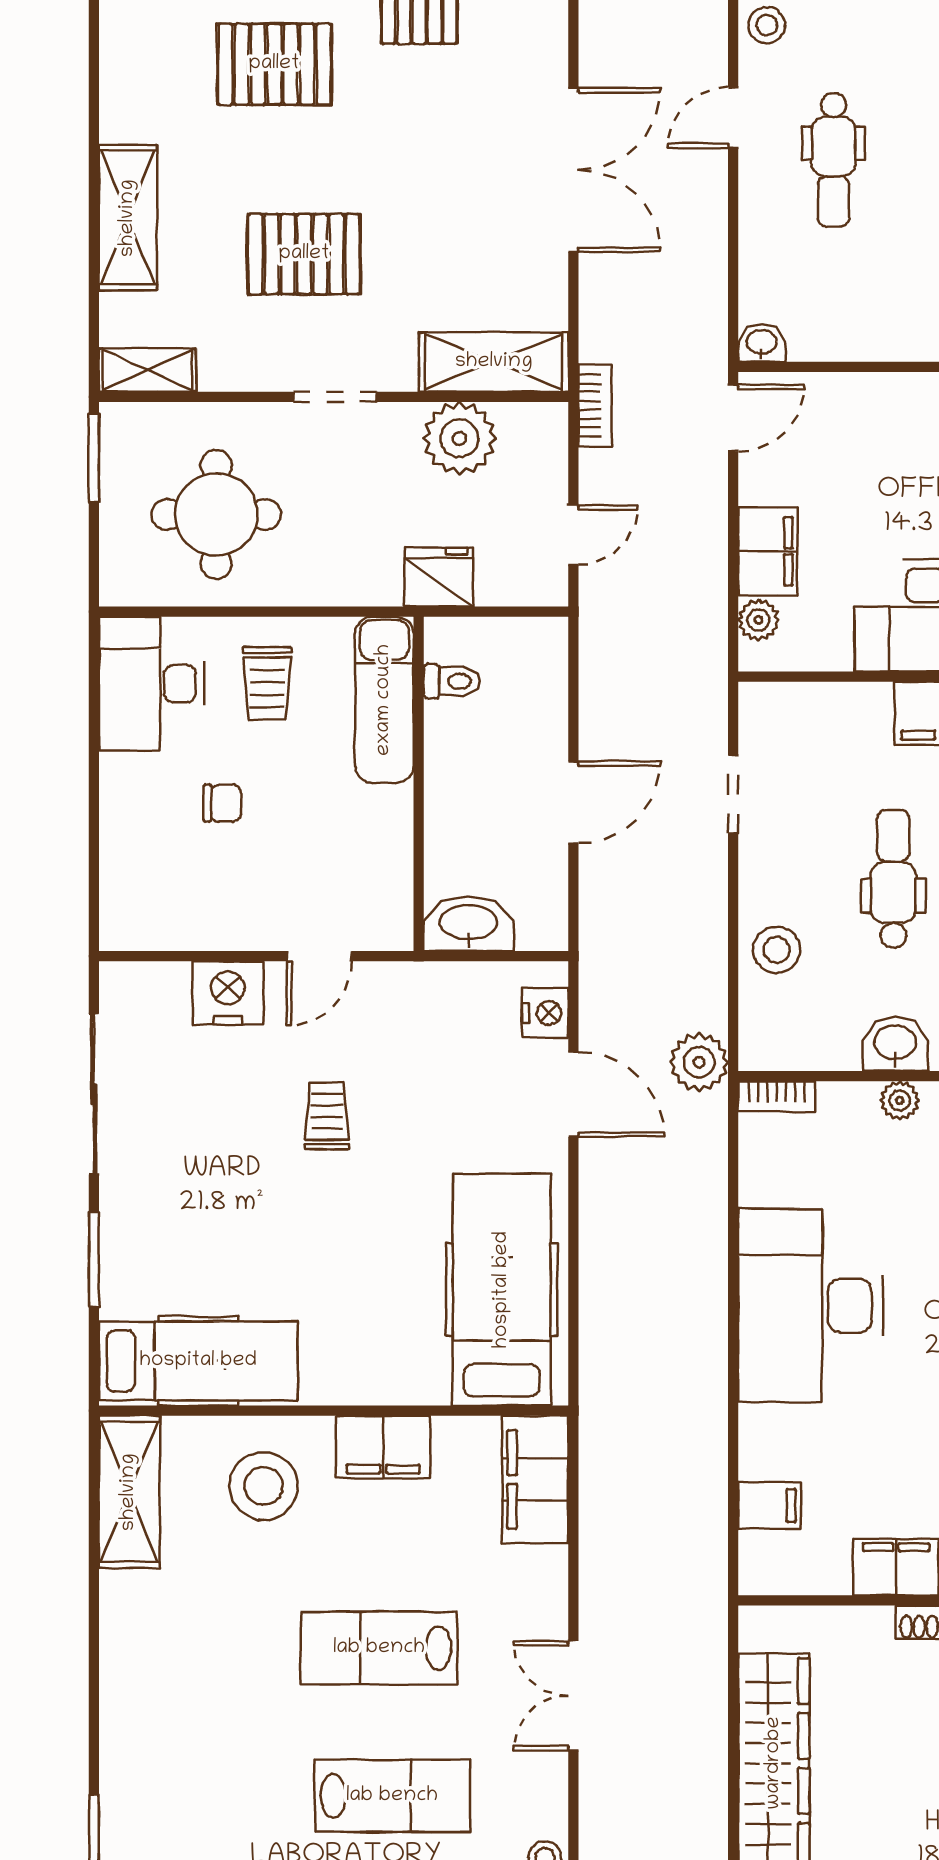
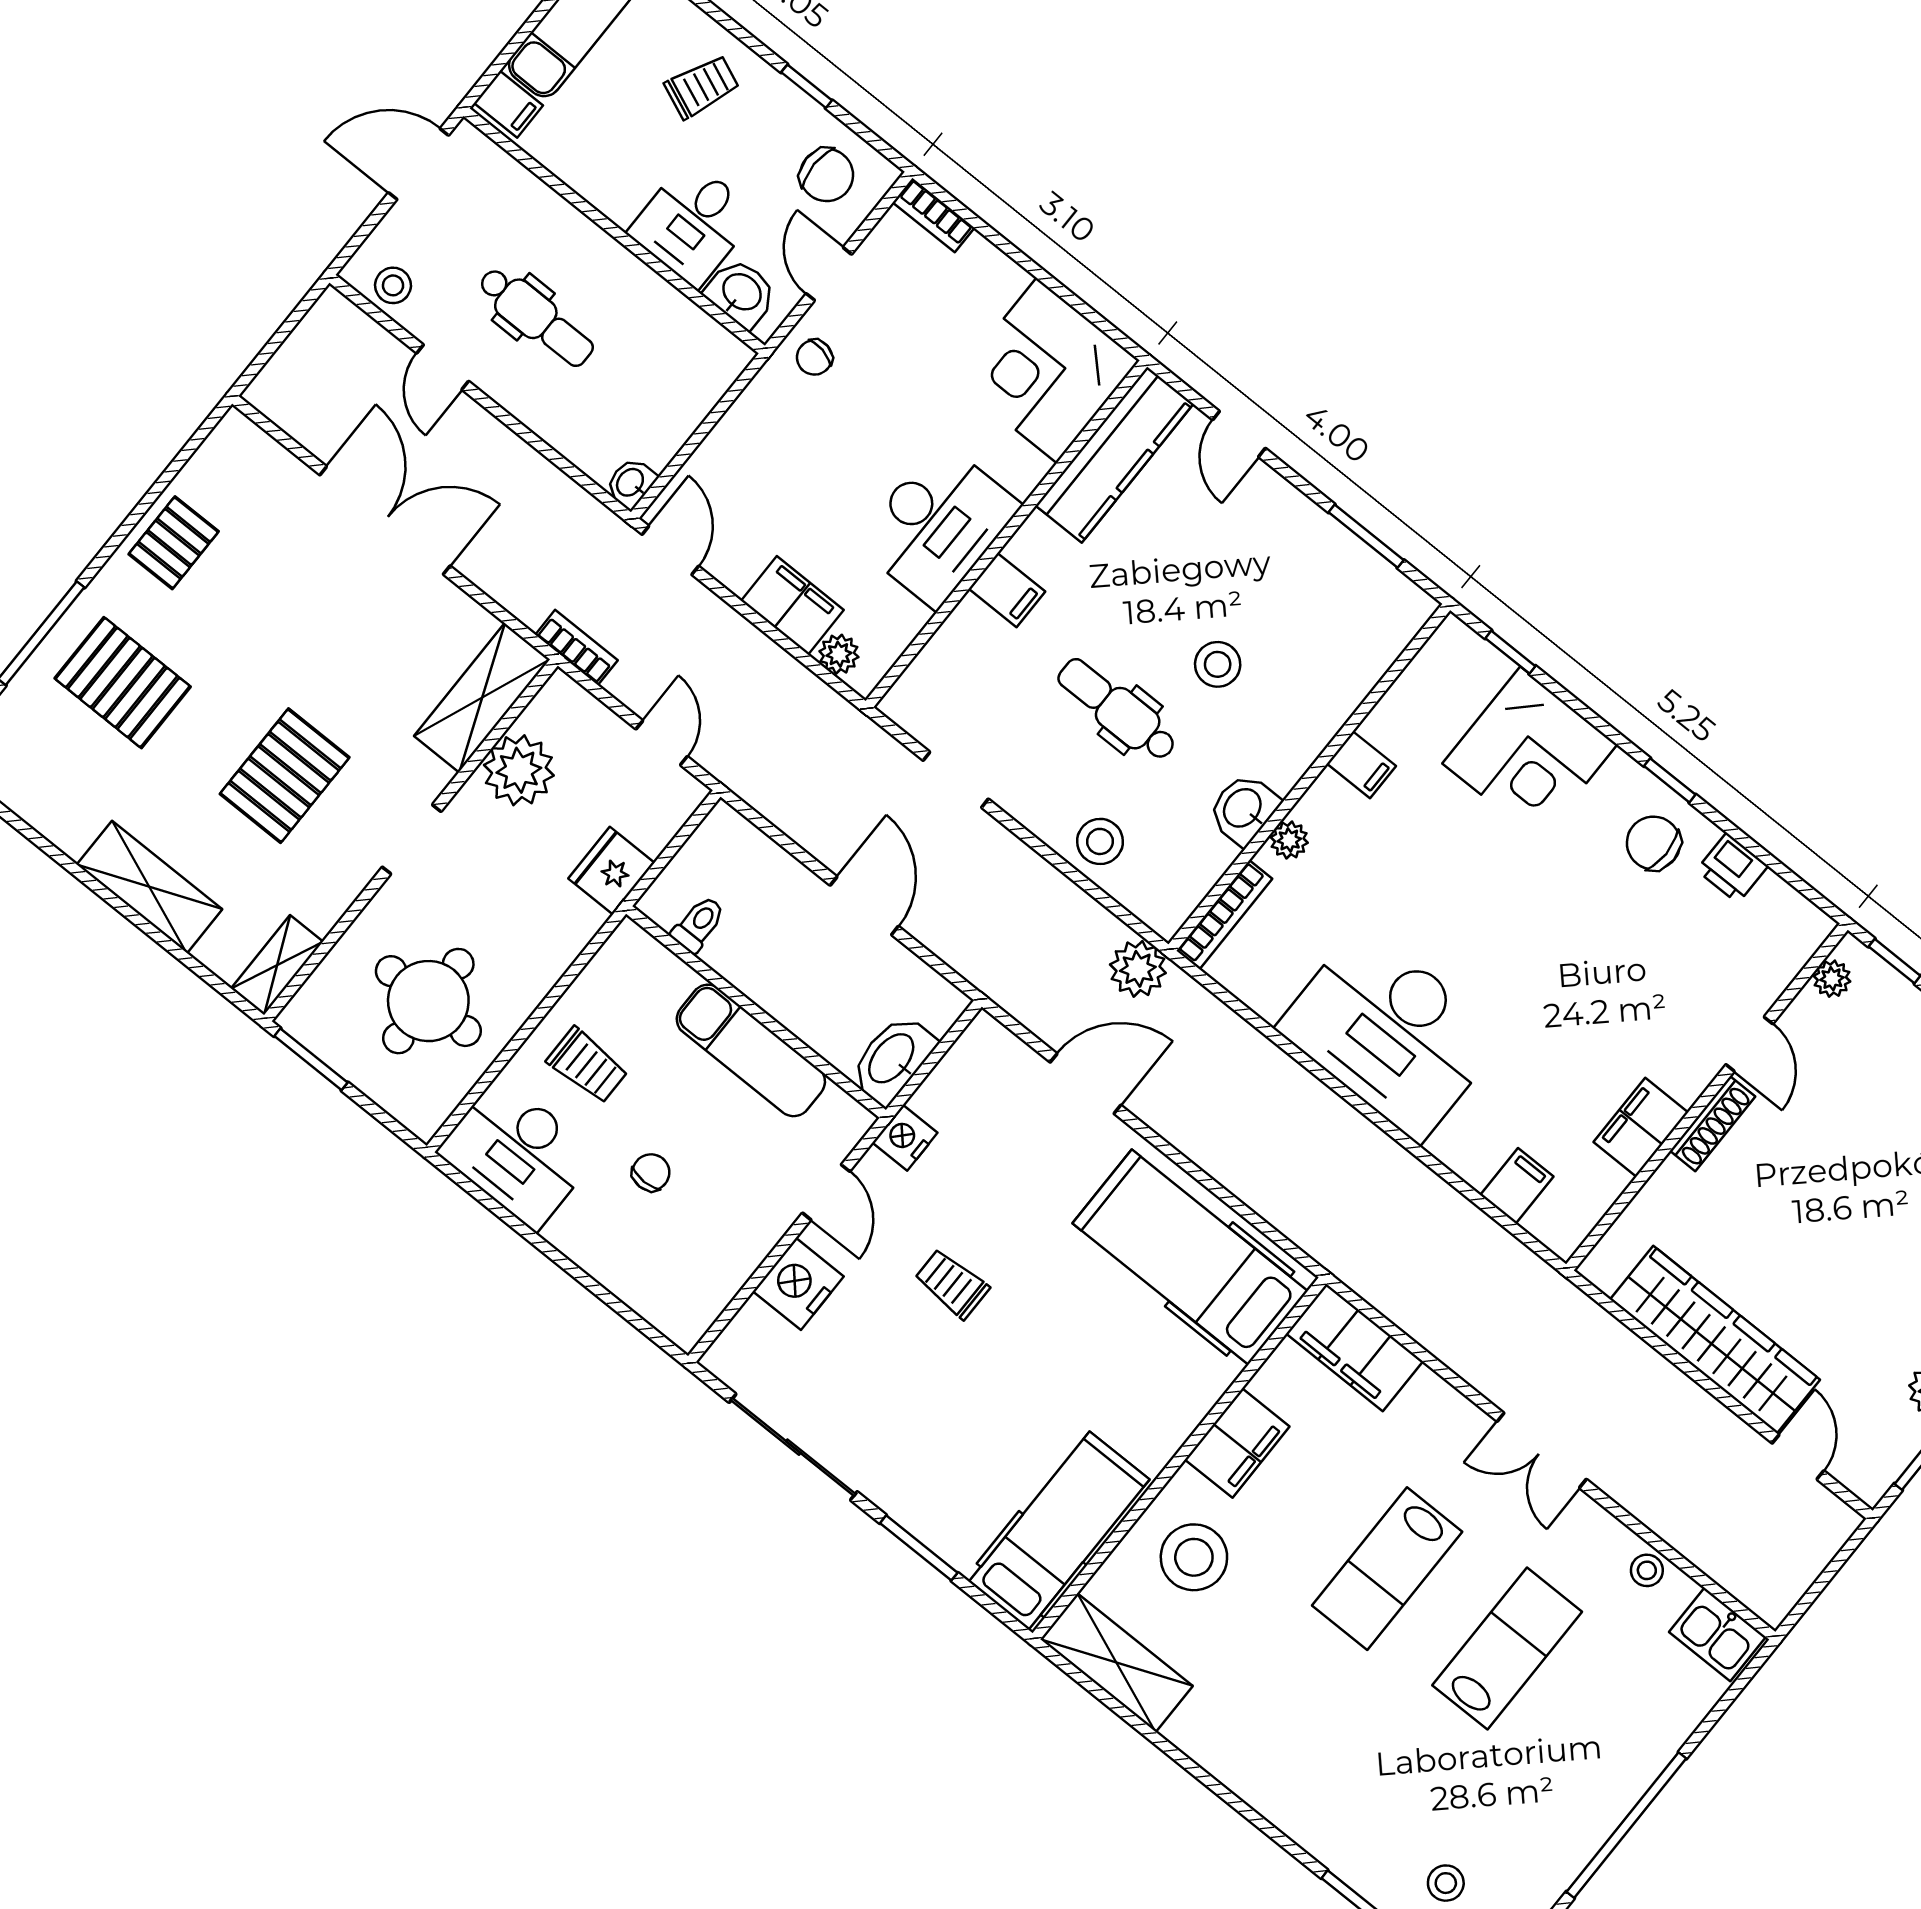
pallet: (274, 64) -> (123, 683), turned 90
exam couch: (384, 700) -> (751, 1050), moved
nightstand: (545, 1013) -> (905, 1138), moved, turned -90
bookcase: (777, 1096) -> (1224, 915), width x1.56

